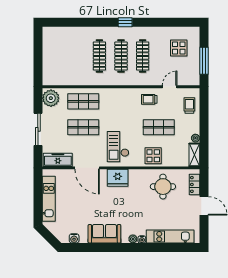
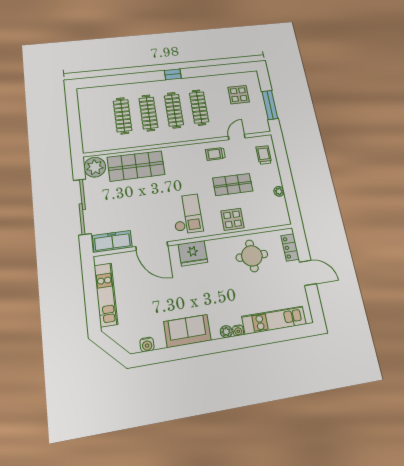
clothes rail: (78, 56) -> (123, 116), added
shop shelf: (83, 101) -> (136, 166), width x1.43, depth x1.36
shop shelf: (83, 127) -> (140, 197), removed
sliding door: (38, 129) -> (82, 207), width x1.36
checkout: (118, 147) -> (187, 214), turned 180
shelving: (194, 155) -> (282, 211), removed

